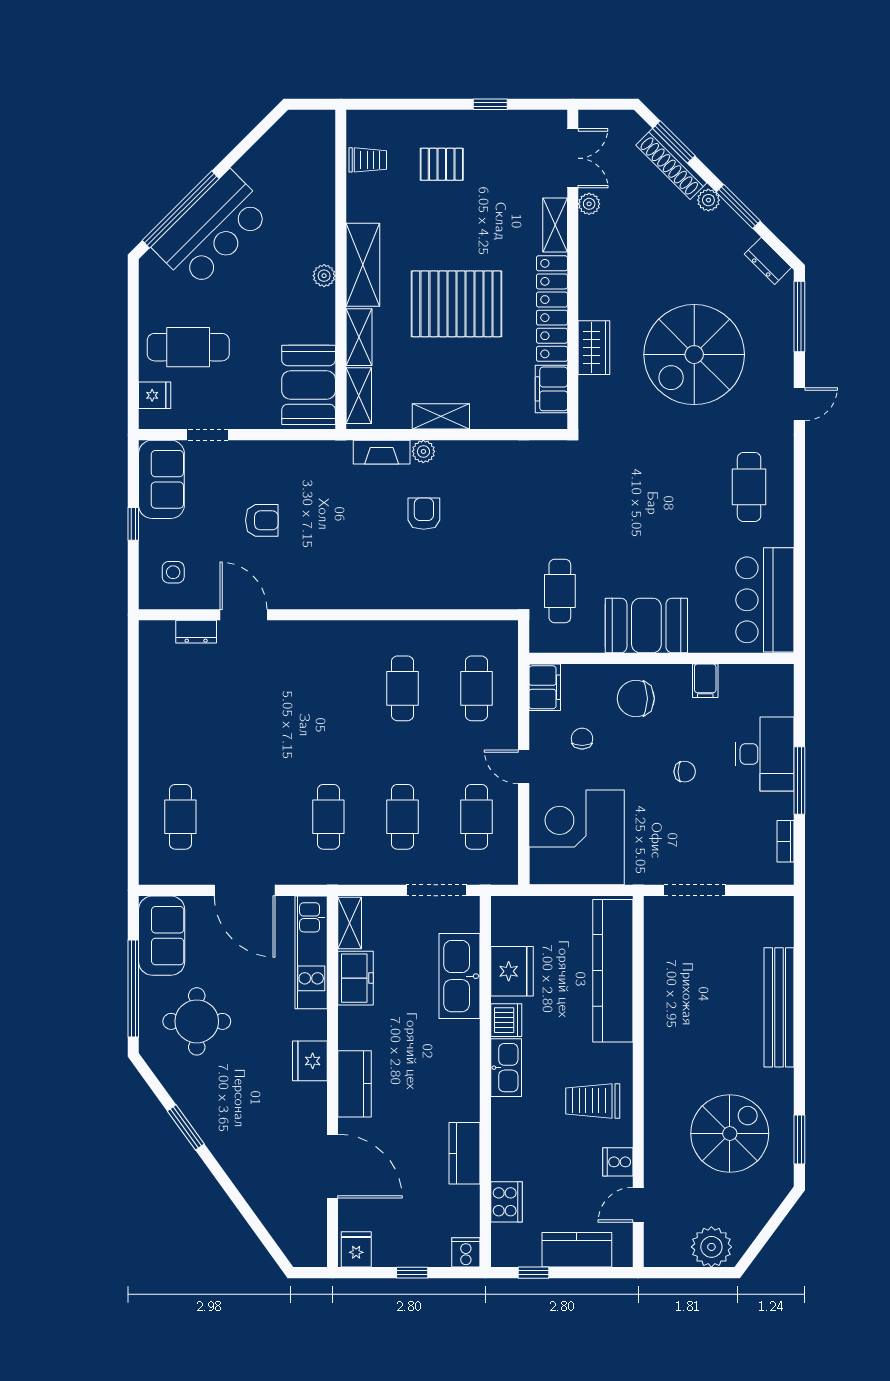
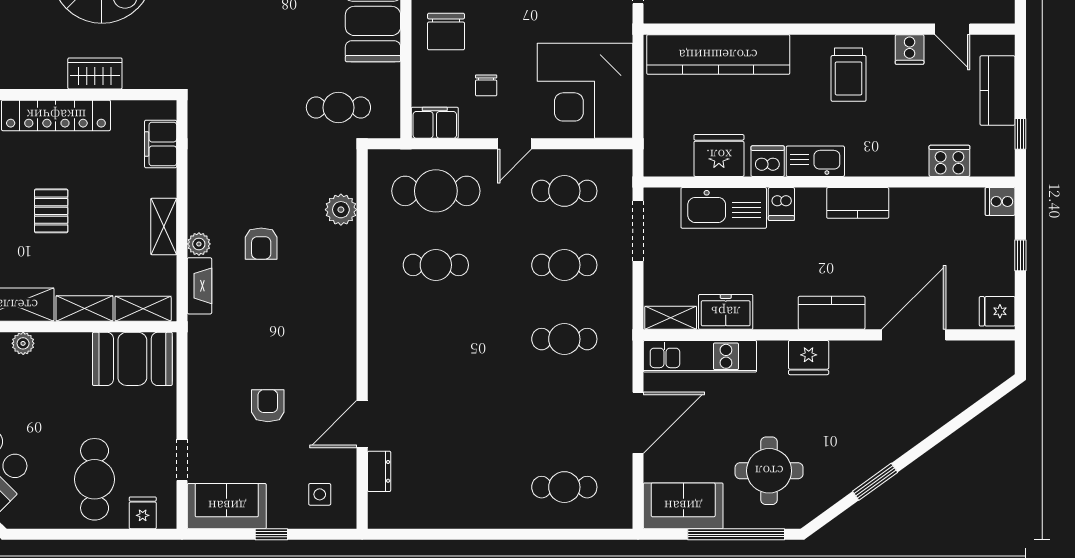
pallet: (456, 304) -> (51, 211), width x0.49, depth x0.50
filing cabinet: (551, 389) -> (161, 144), moved, turned 90
armchair: (424, 514) -> (261, 244), turned -90
plant: (458, 593) -> (341, 210), added
cafe table: (476, 688) -> (436, 191), width x1.37, depth x1.35
chair: (582, 739) -> (486, 85), turned -90
dishwasher: (463, 1034) -> (781, 204), added
kitchen counter: (465, 1153) -> (858, 203), moved

